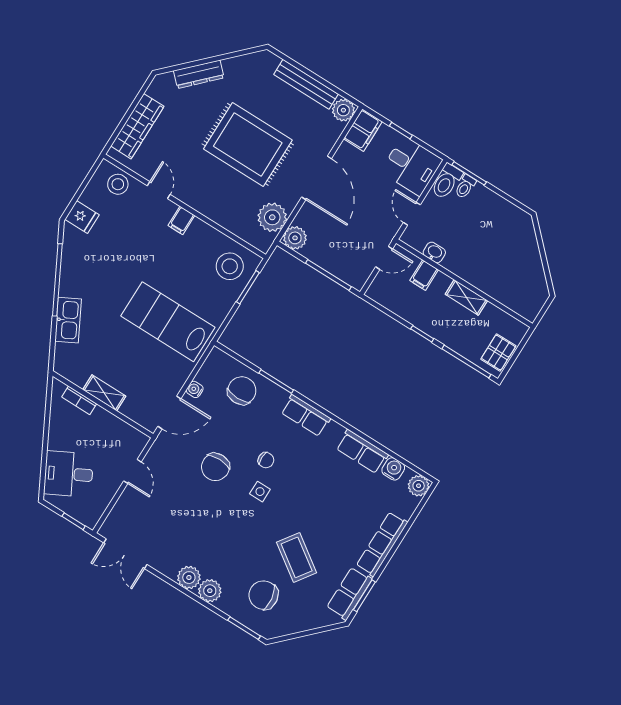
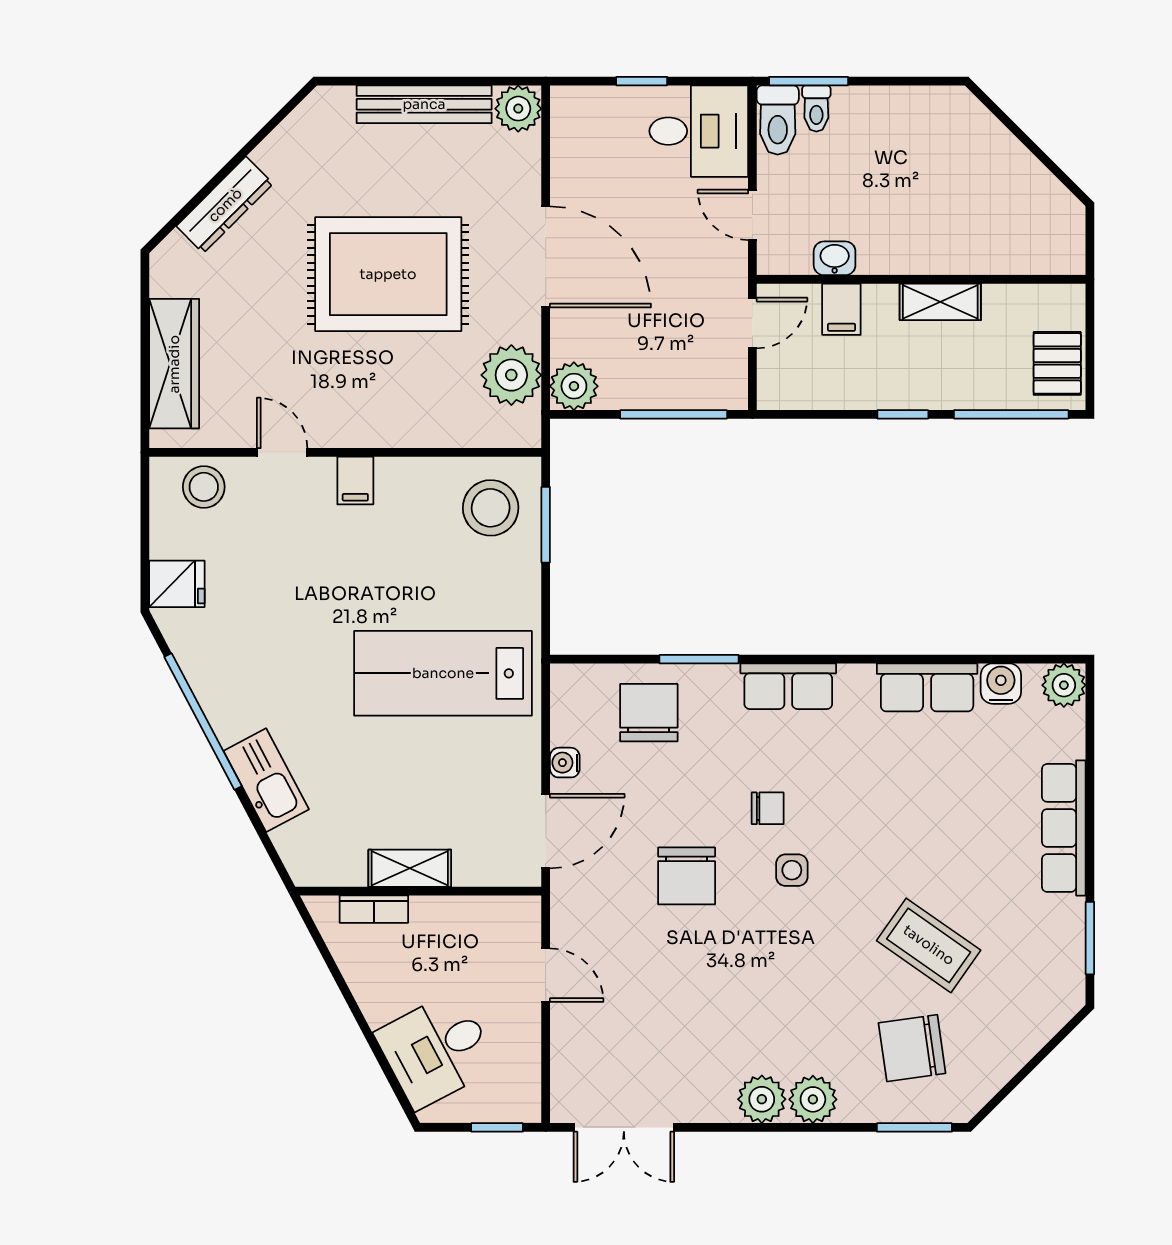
filing cabinet: (363, 130) -> (575, 122), removed
row of seats: (349, 593) -> (1061, 951), removed

